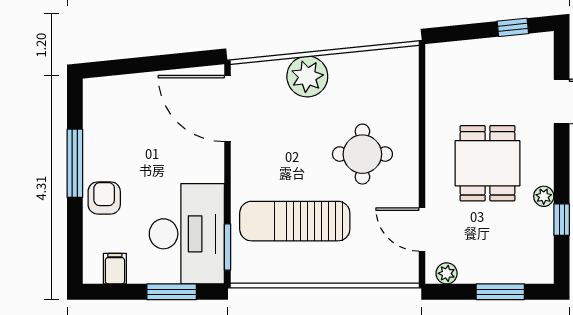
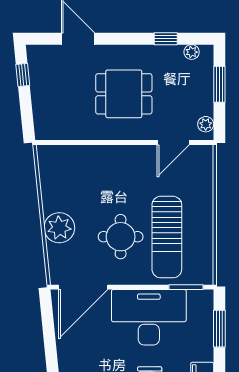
round table: (362, 154) -> (121, 237), moved
plant: (544, 196) -> (192, 52), moved
desk: (187, 234) -> (149, 317), moved

